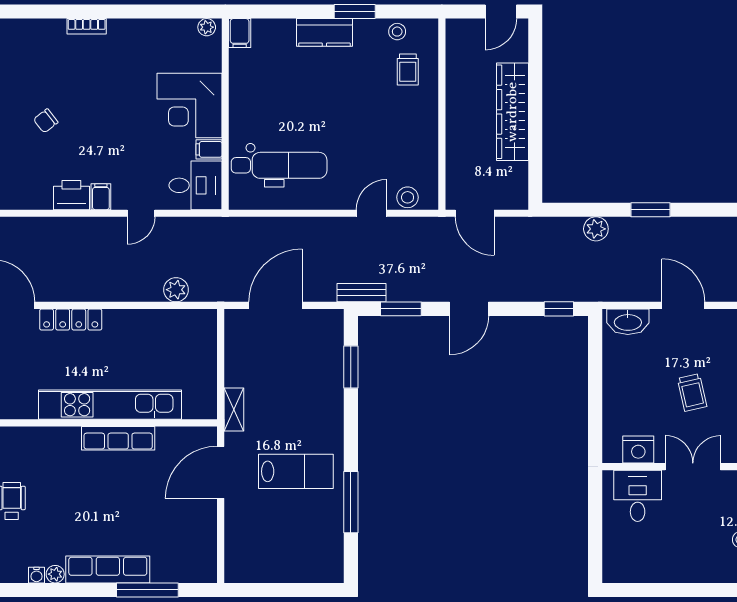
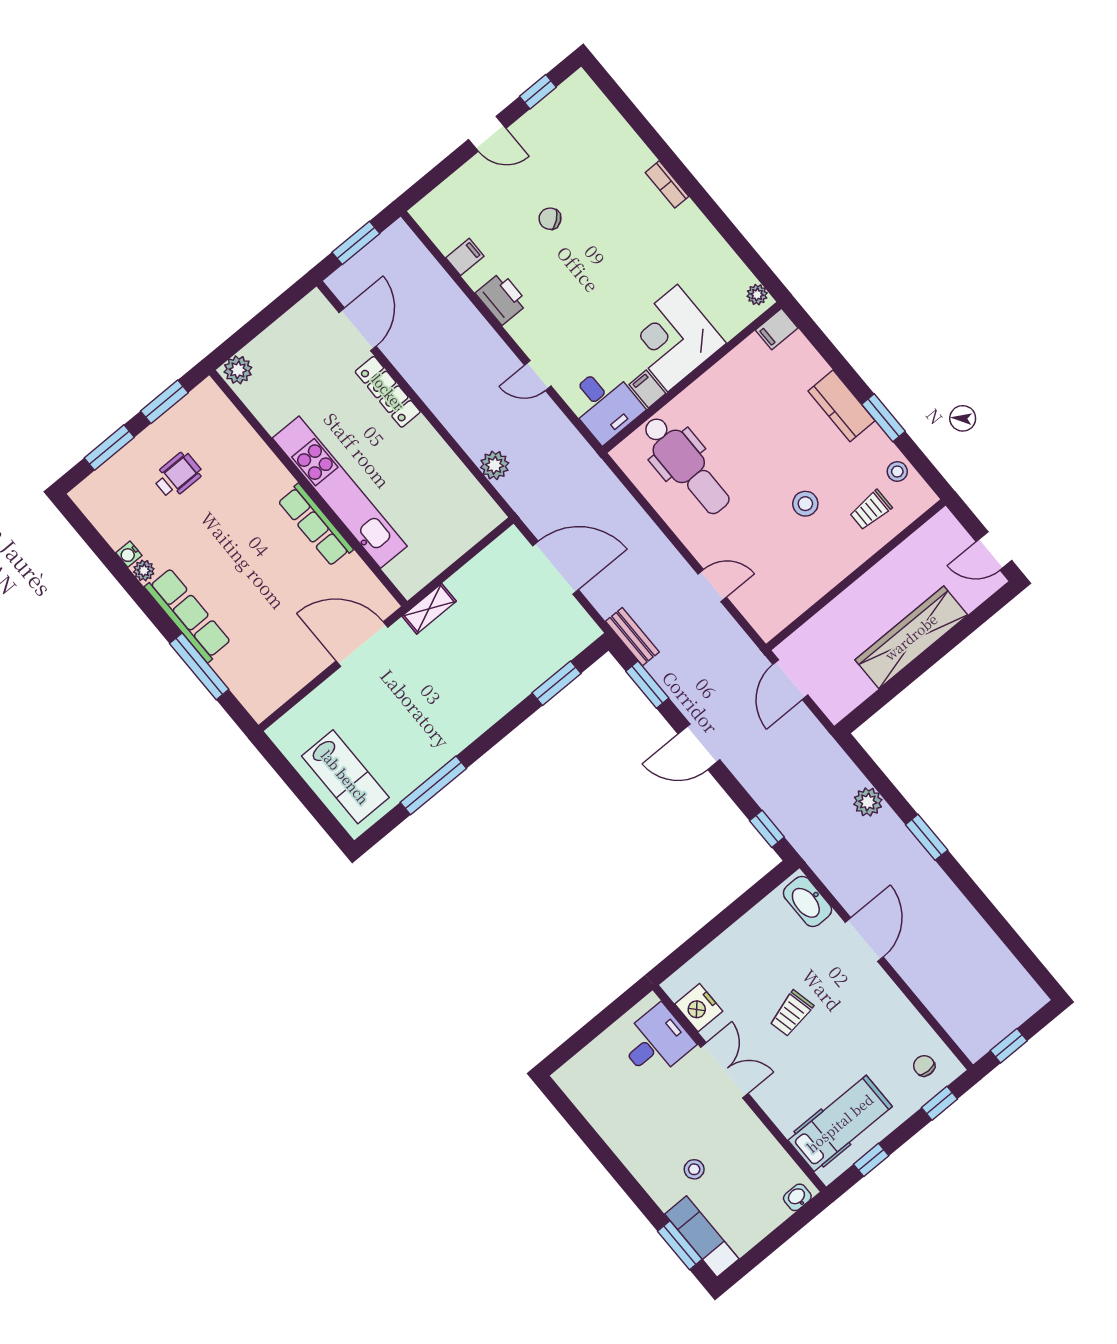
filing cabinet: (101, 197) -> (465, 257), moved
stool: (408, 197) -> (805, 504), moved
lab bench: (296, 471) -> (345, 777), moved

